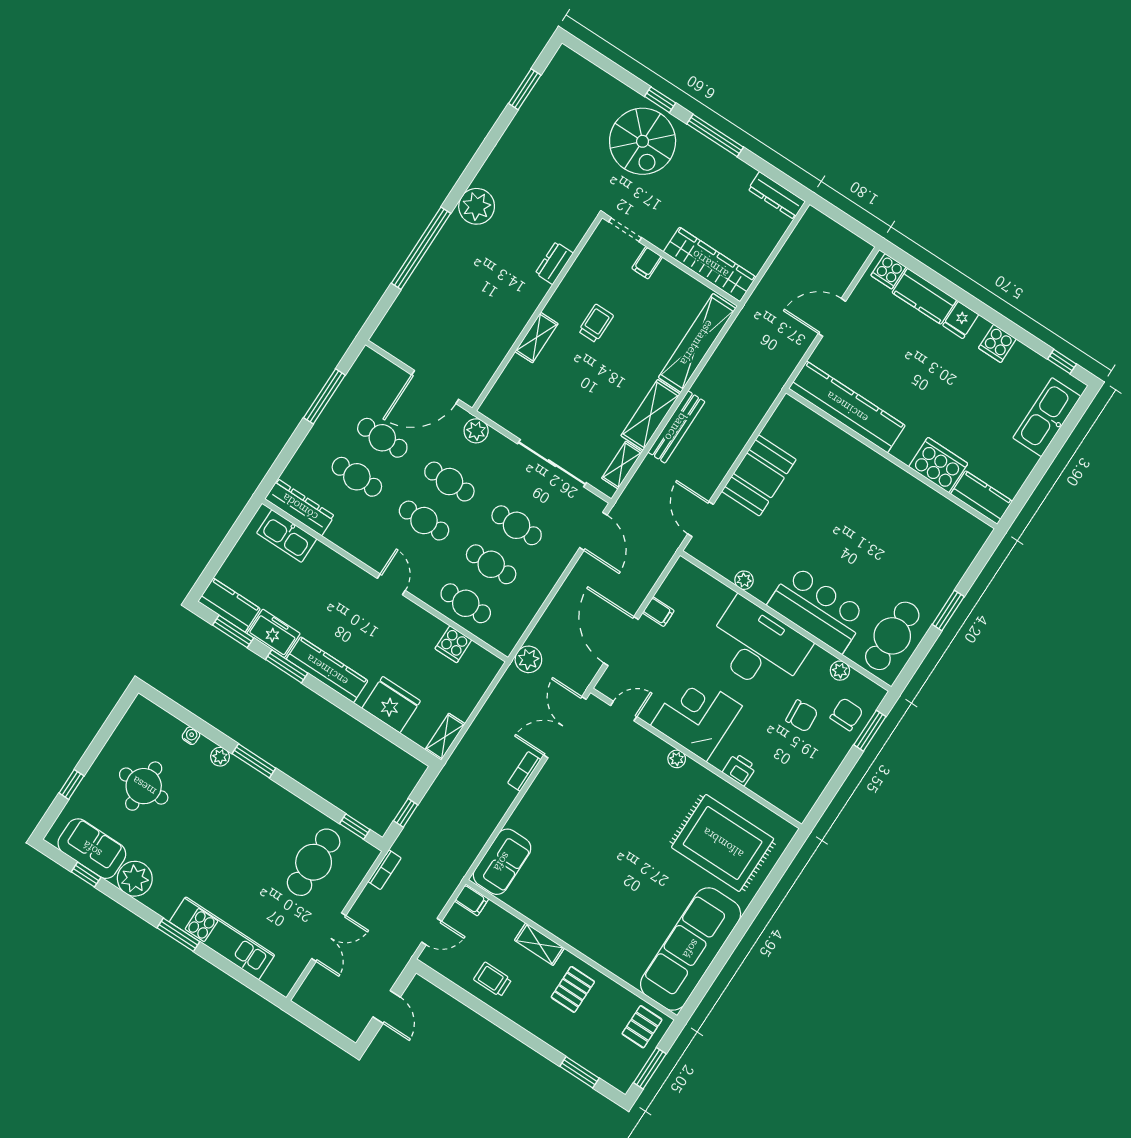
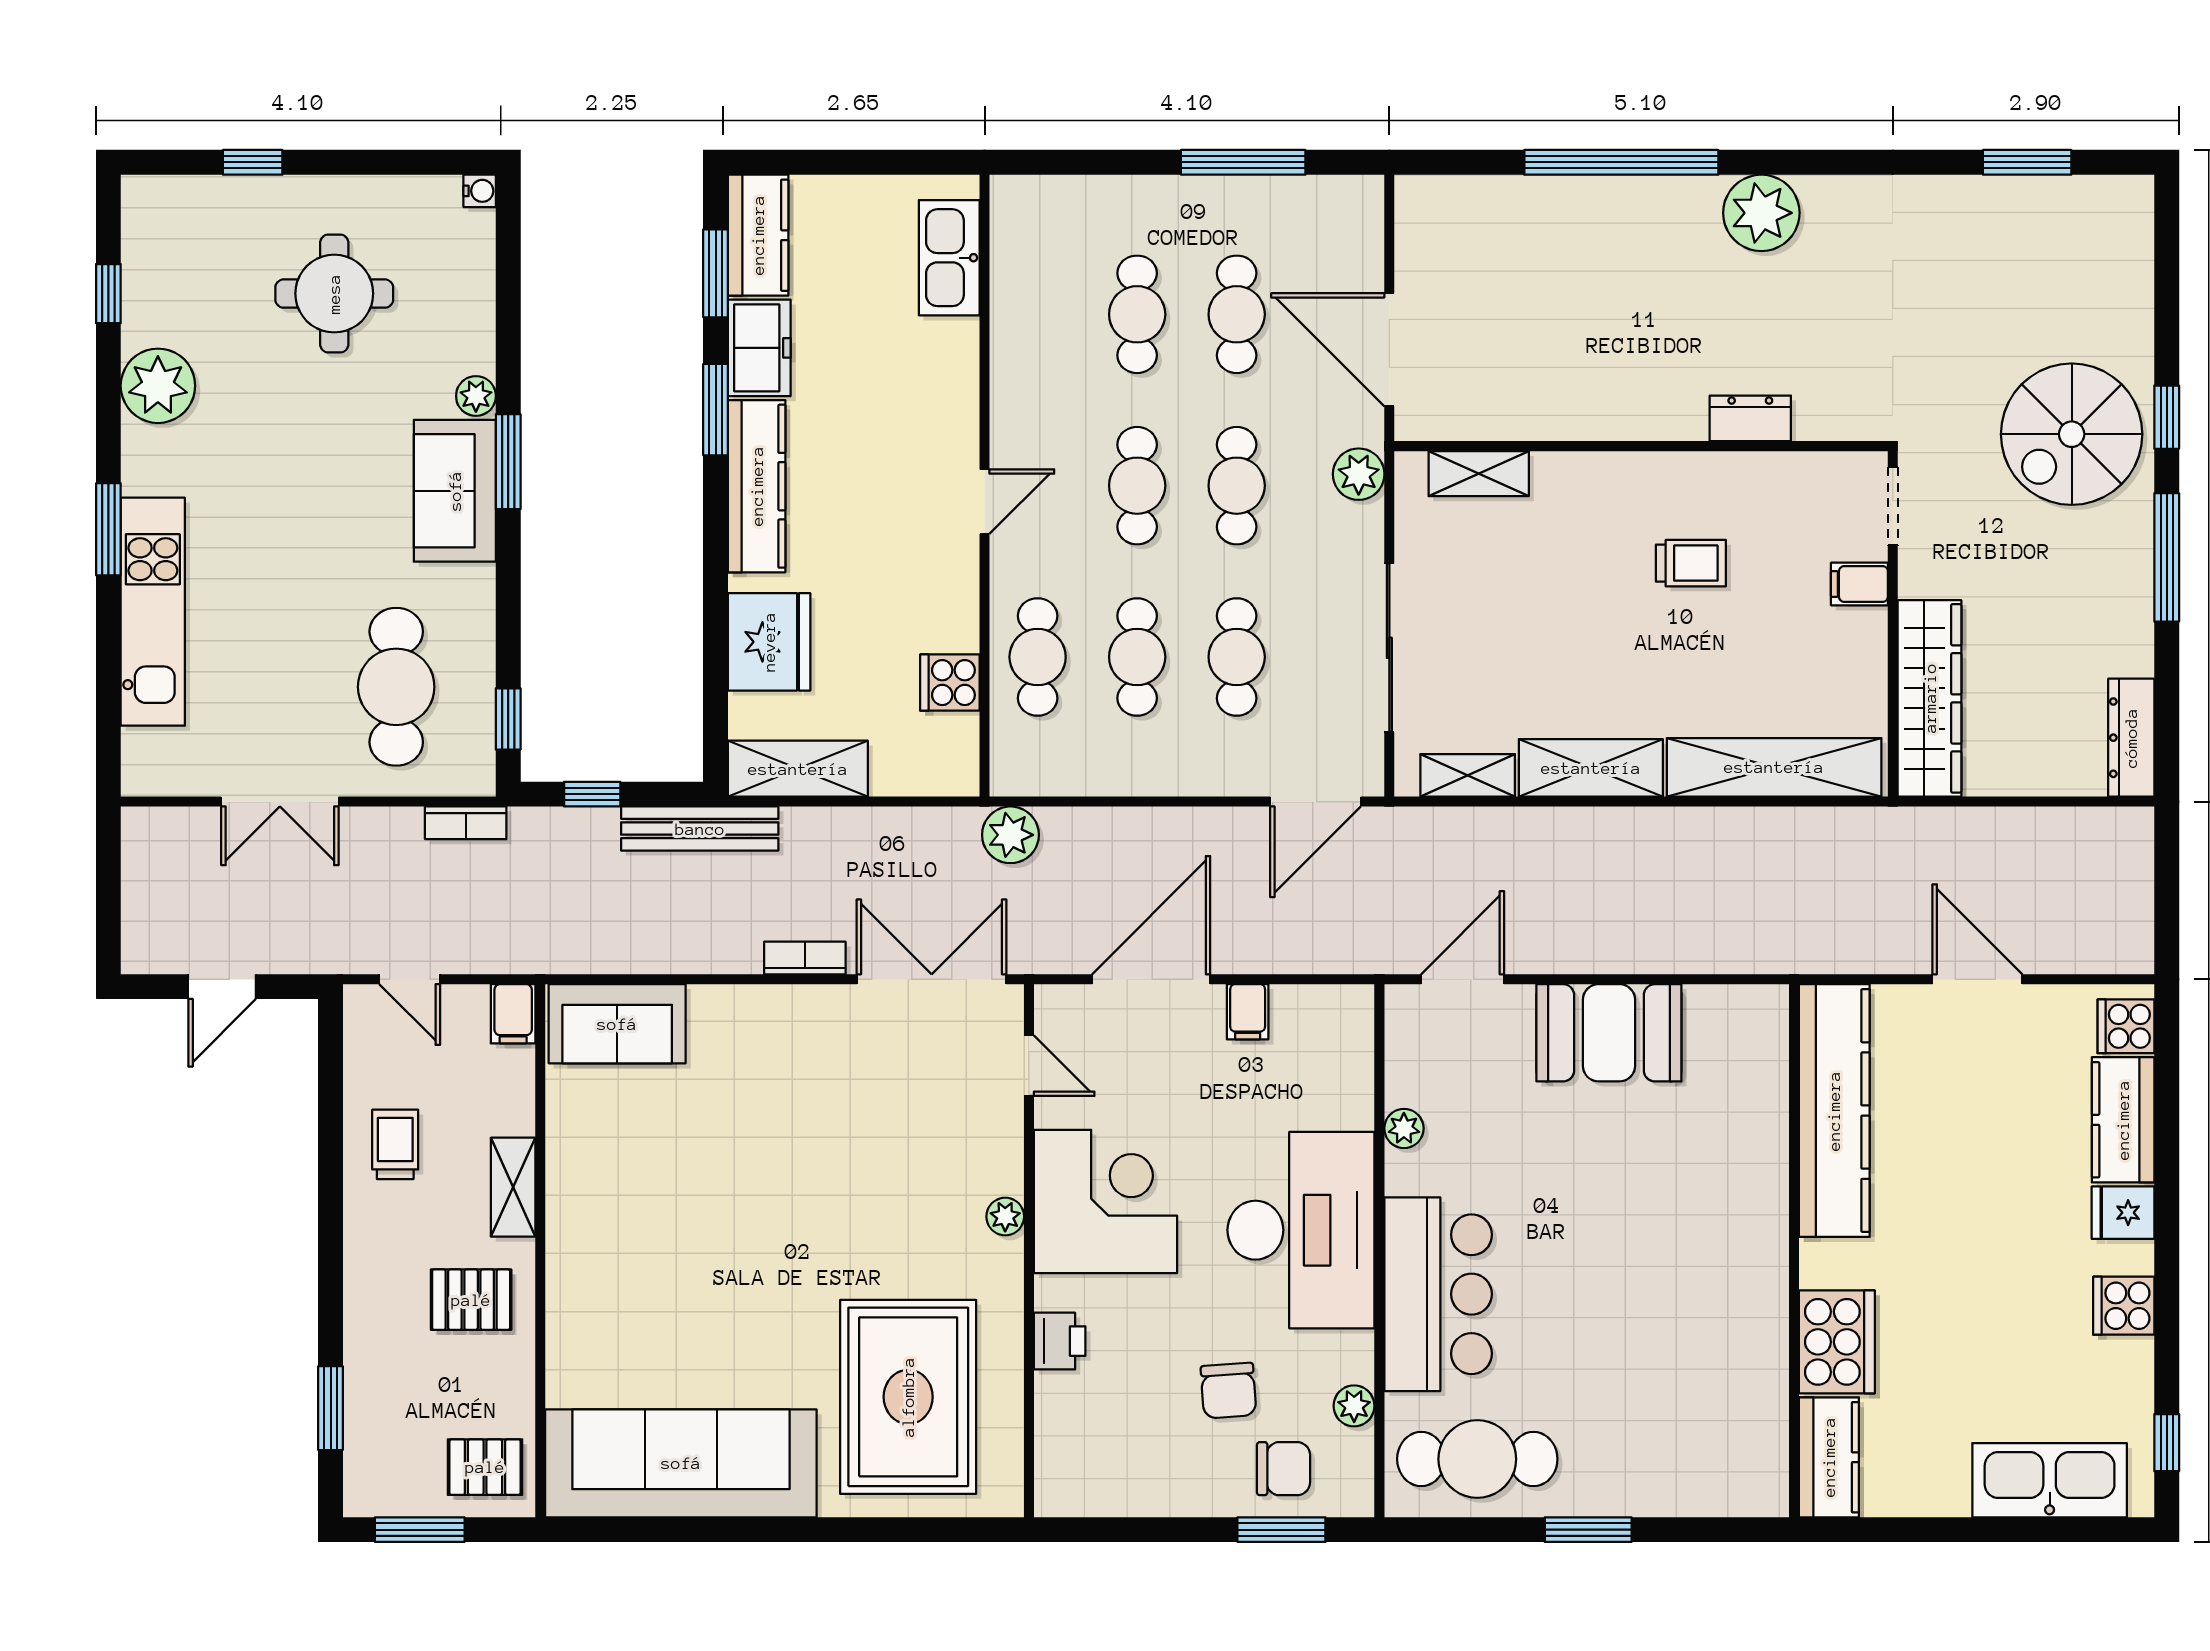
shelving: (537, 338) -> (1479, 474), moved
bench: (676, 427) -> (700, 829), moved
dresser: (300, 507) -> (1015, 248), removed
water cooler: (191, 736) -> (480, 191), moved
shelving: (445, 737) -> (798, 769), width x1.50, depth x1.33
sofa: (92, 849) -> (455, 491), moved, turned 180
cafe table: (314, 862) -> (396, 687), turned 90

